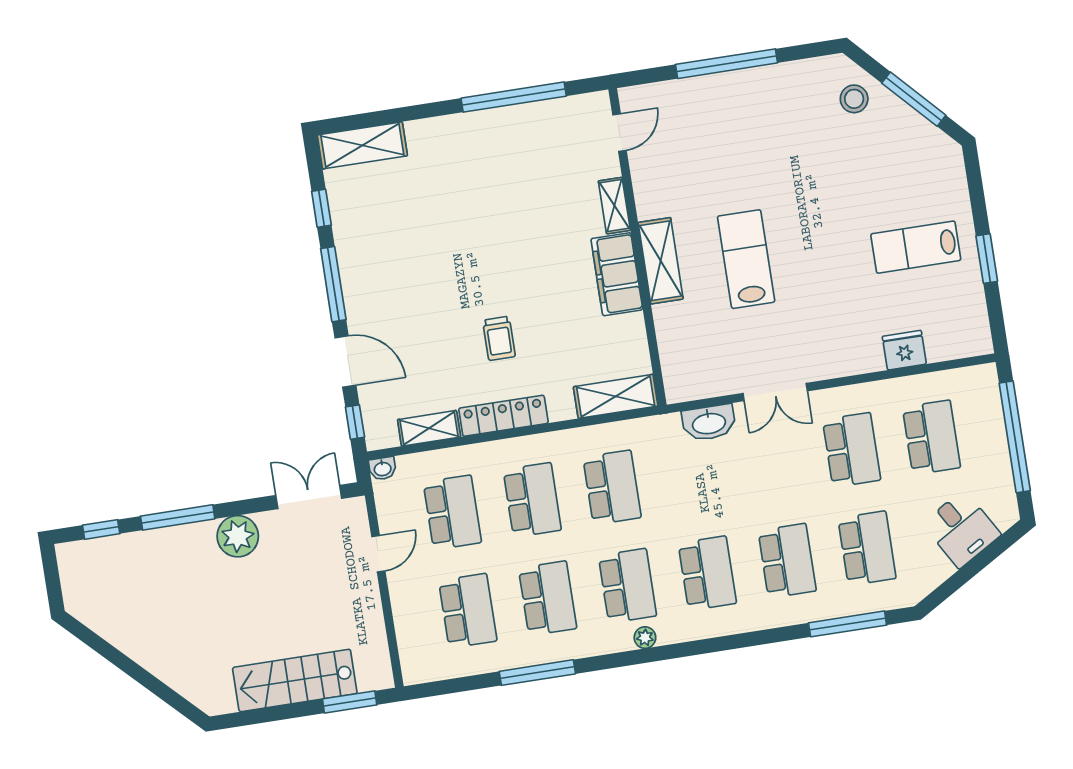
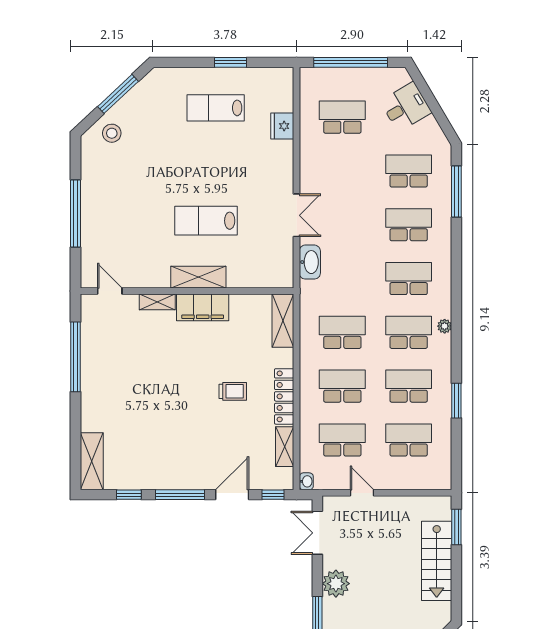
lab bench: (916, 247) -> (216, 108), turned 90
school desk: (852, 450) -> (342, 171), removed
window: (537, 673) -> (456, 401), width x0.69

